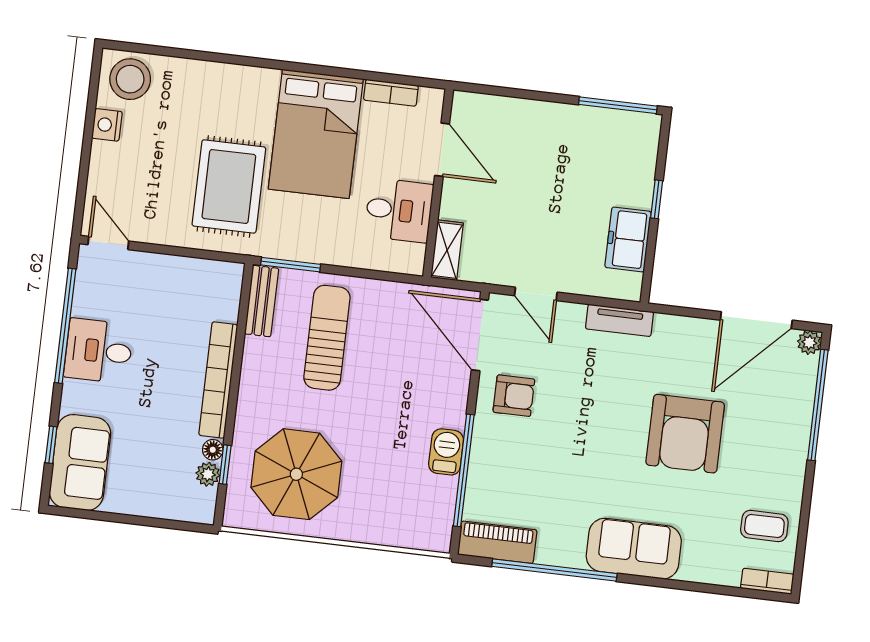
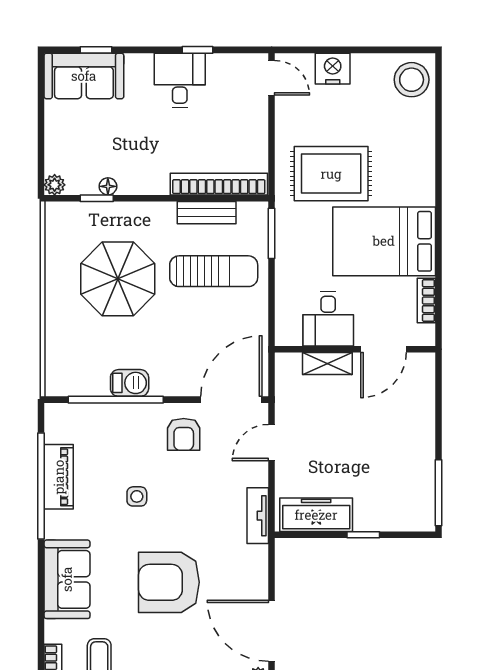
nightstand: (107, 125) -> (333, 69), moved, width x1.36, depth x1.33
freezer: (628, 239) -> (316, 515), width x1.40
door: (108, 243) -> (272, 78), hinge flipped
shelving: (447, 250) -> (327, 364), moved
bench: (262, 301) -> (207, 213), moved
window: (65, 326) -> (198, 50), width x0.32
bookcase: (218, 380) -> (219, 184), moved
side table: (580, 459) -> (137, 496), added
plant: (208, 474) -> (55, 185), moved
parasol: (296, 474) -> (118, 279), moved
piano: (497, 542) -> (59, 477), moved
sofa: (634, 549) -> (67, 579), moved

